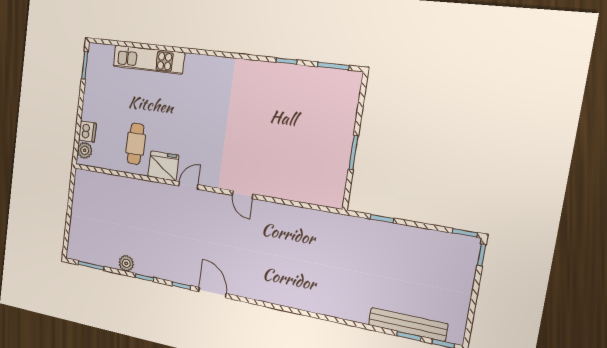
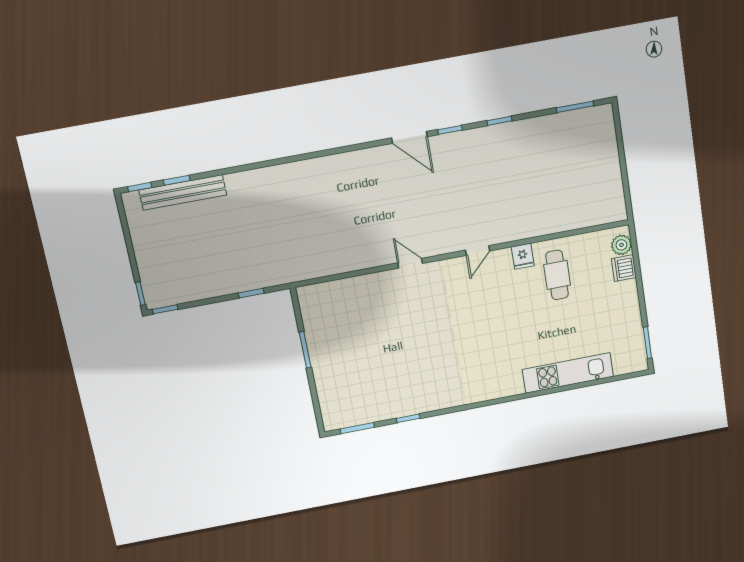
fridge: (163, 166) -> (523, 256), width x0.53, depth x0.75
plant: (126, 263) -> (528, 129), removed

